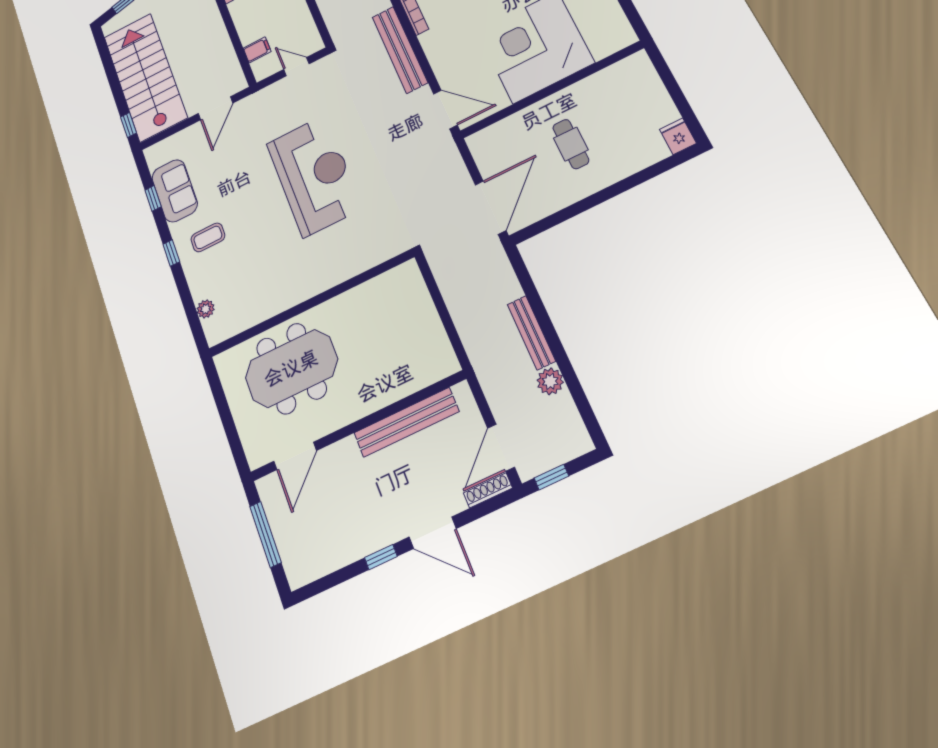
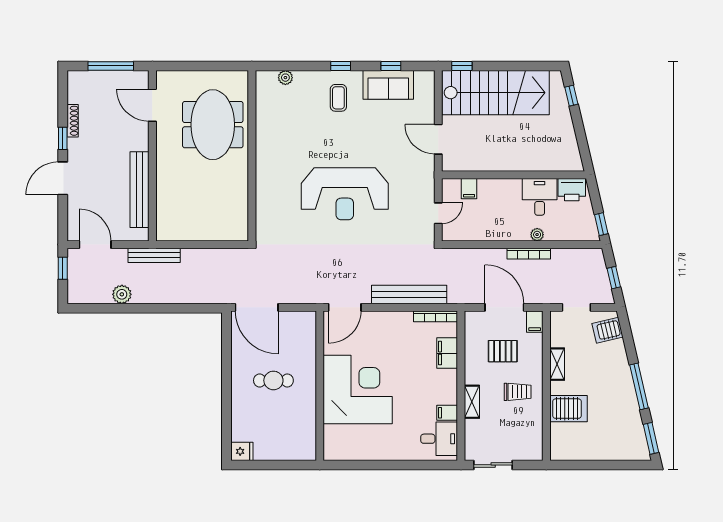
bench: (531, 333) -> (154, 255), moved
shoe rack: (488, 490) -> (73, 121), moved

